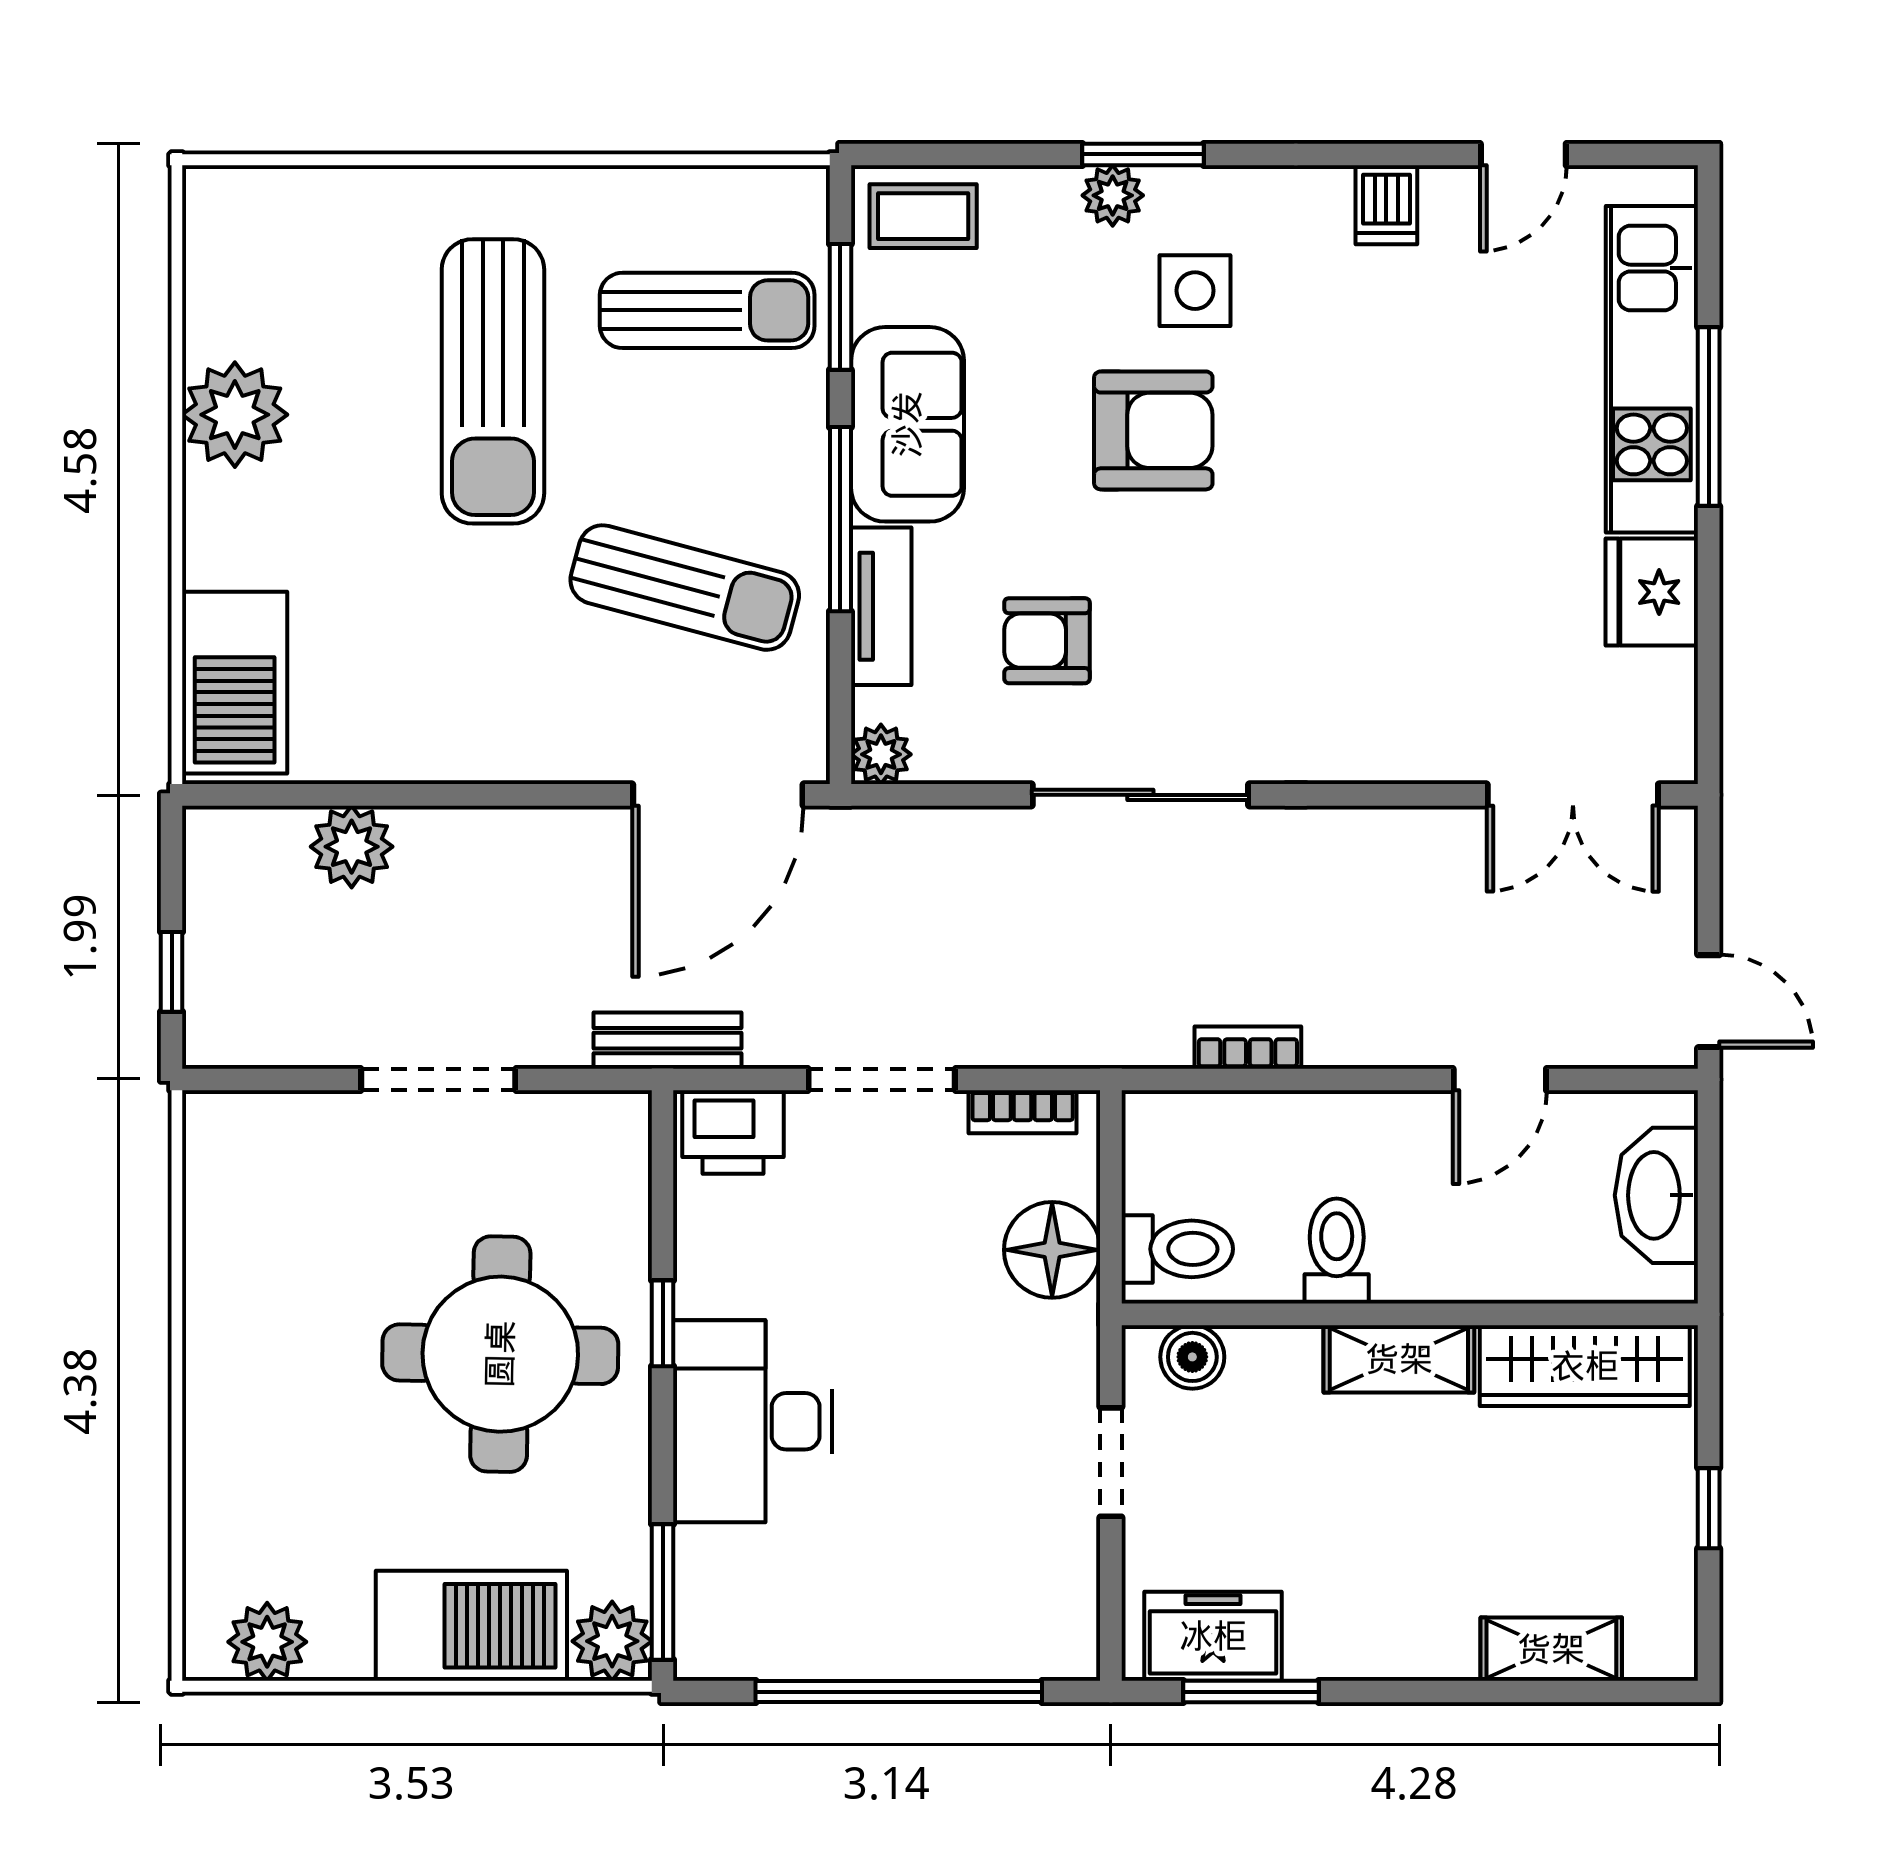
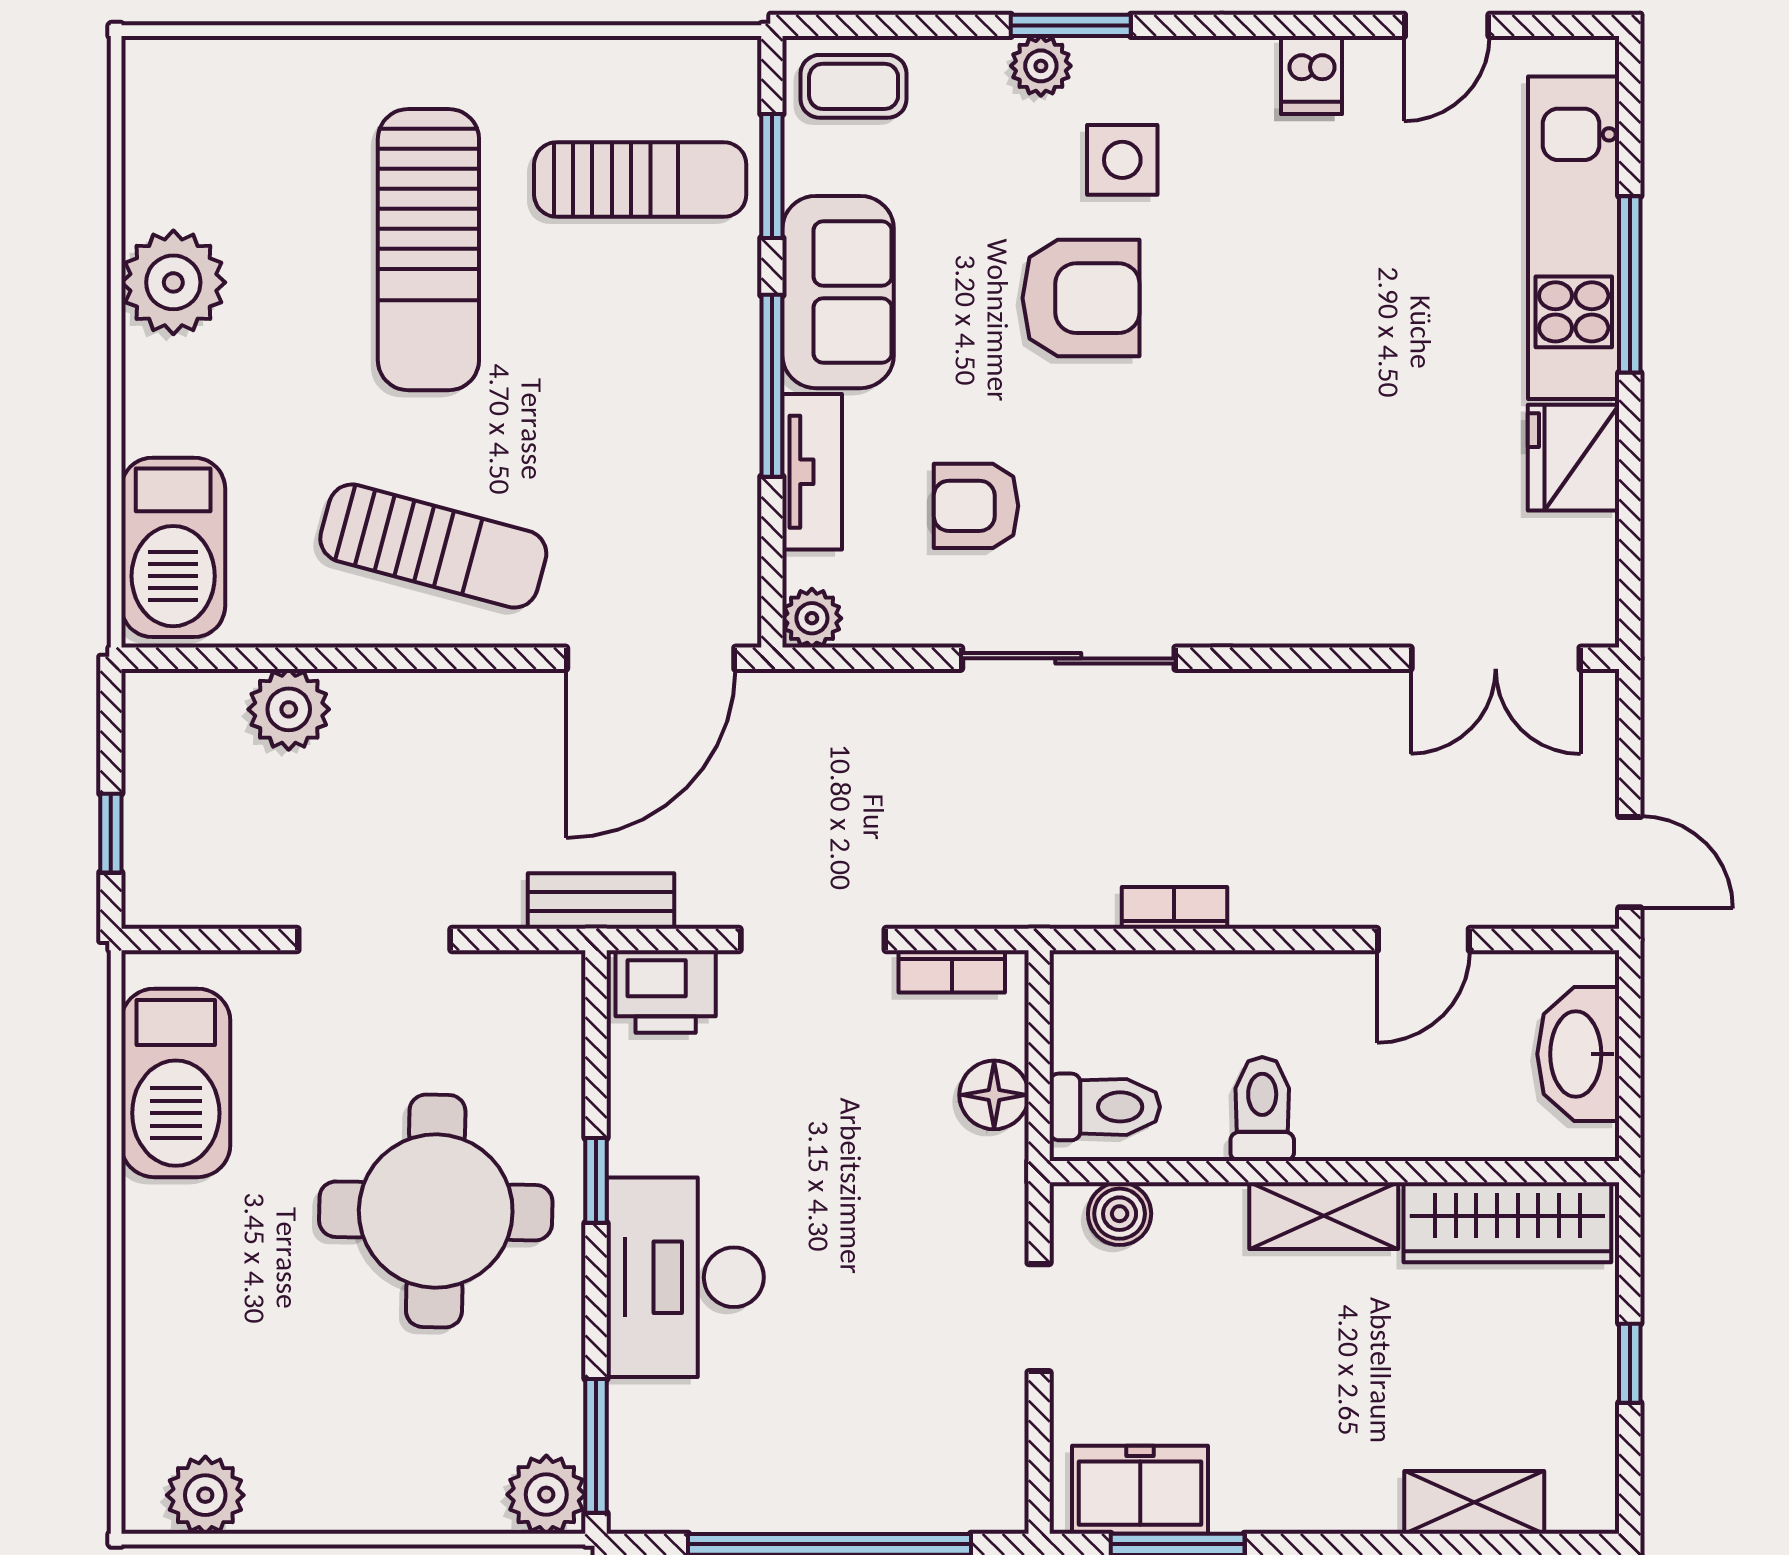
sun lounger: (685, 588) -> (433, 546), moved
floor lamp: (1052, 1250) -> (994, 1095), width x0.73, depth x0.73
barbecue: (471, 1626) -> (176, 1083), moved, turned 90

